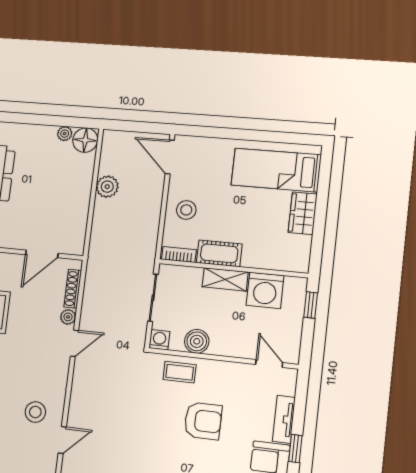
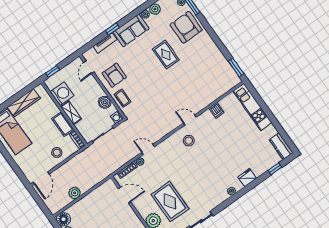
wardrobe: (303, 213) -> (24, 103), width x1.50
armchair: (203, 421) -> (114, 75), moved, turned 180

